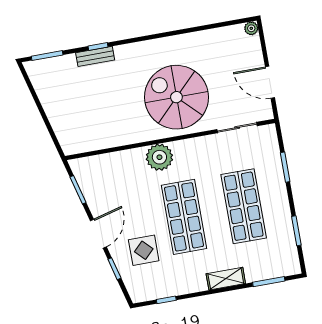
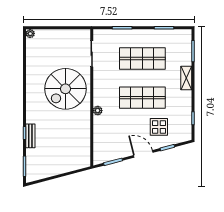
door: (270, 82) -> (67, 28), removed
plant: (159, 157) -> (98, 111), width x0.53, depth x0.53

